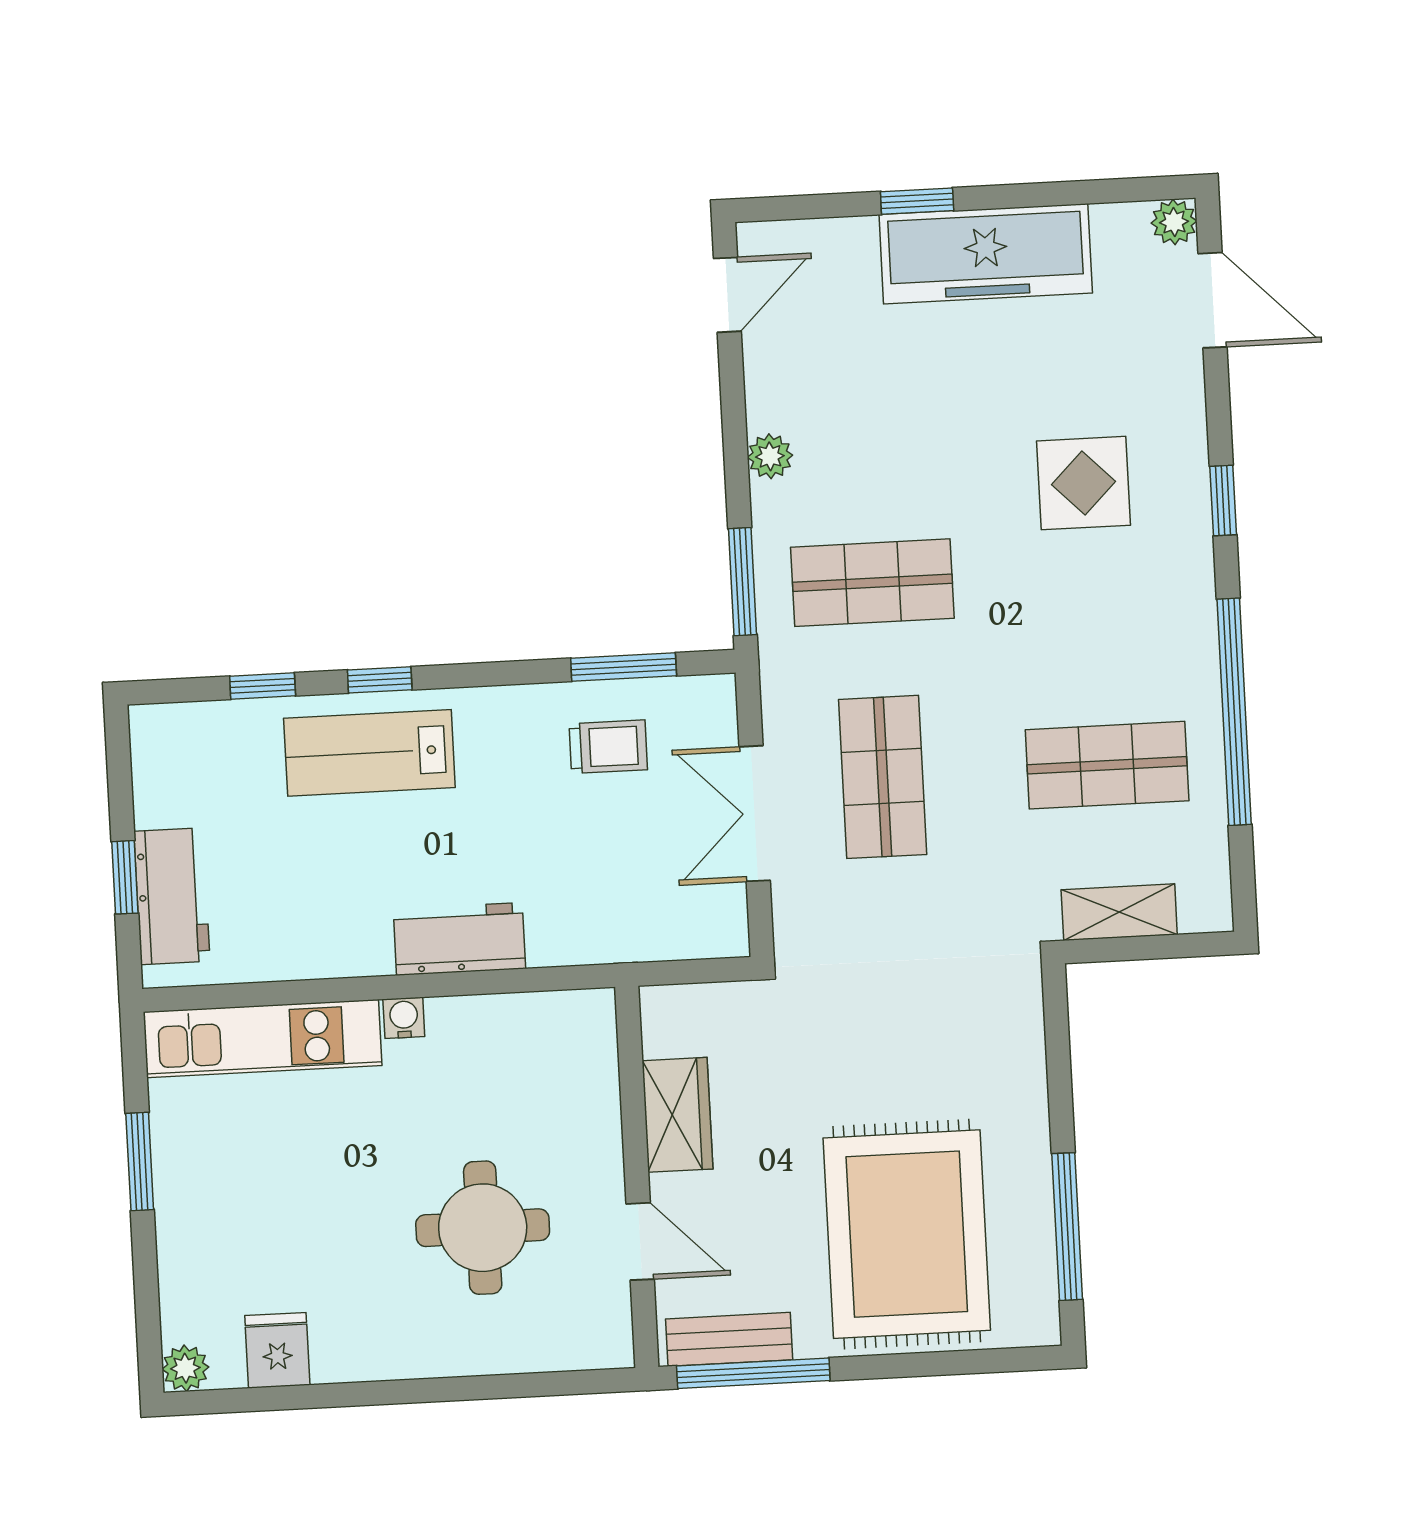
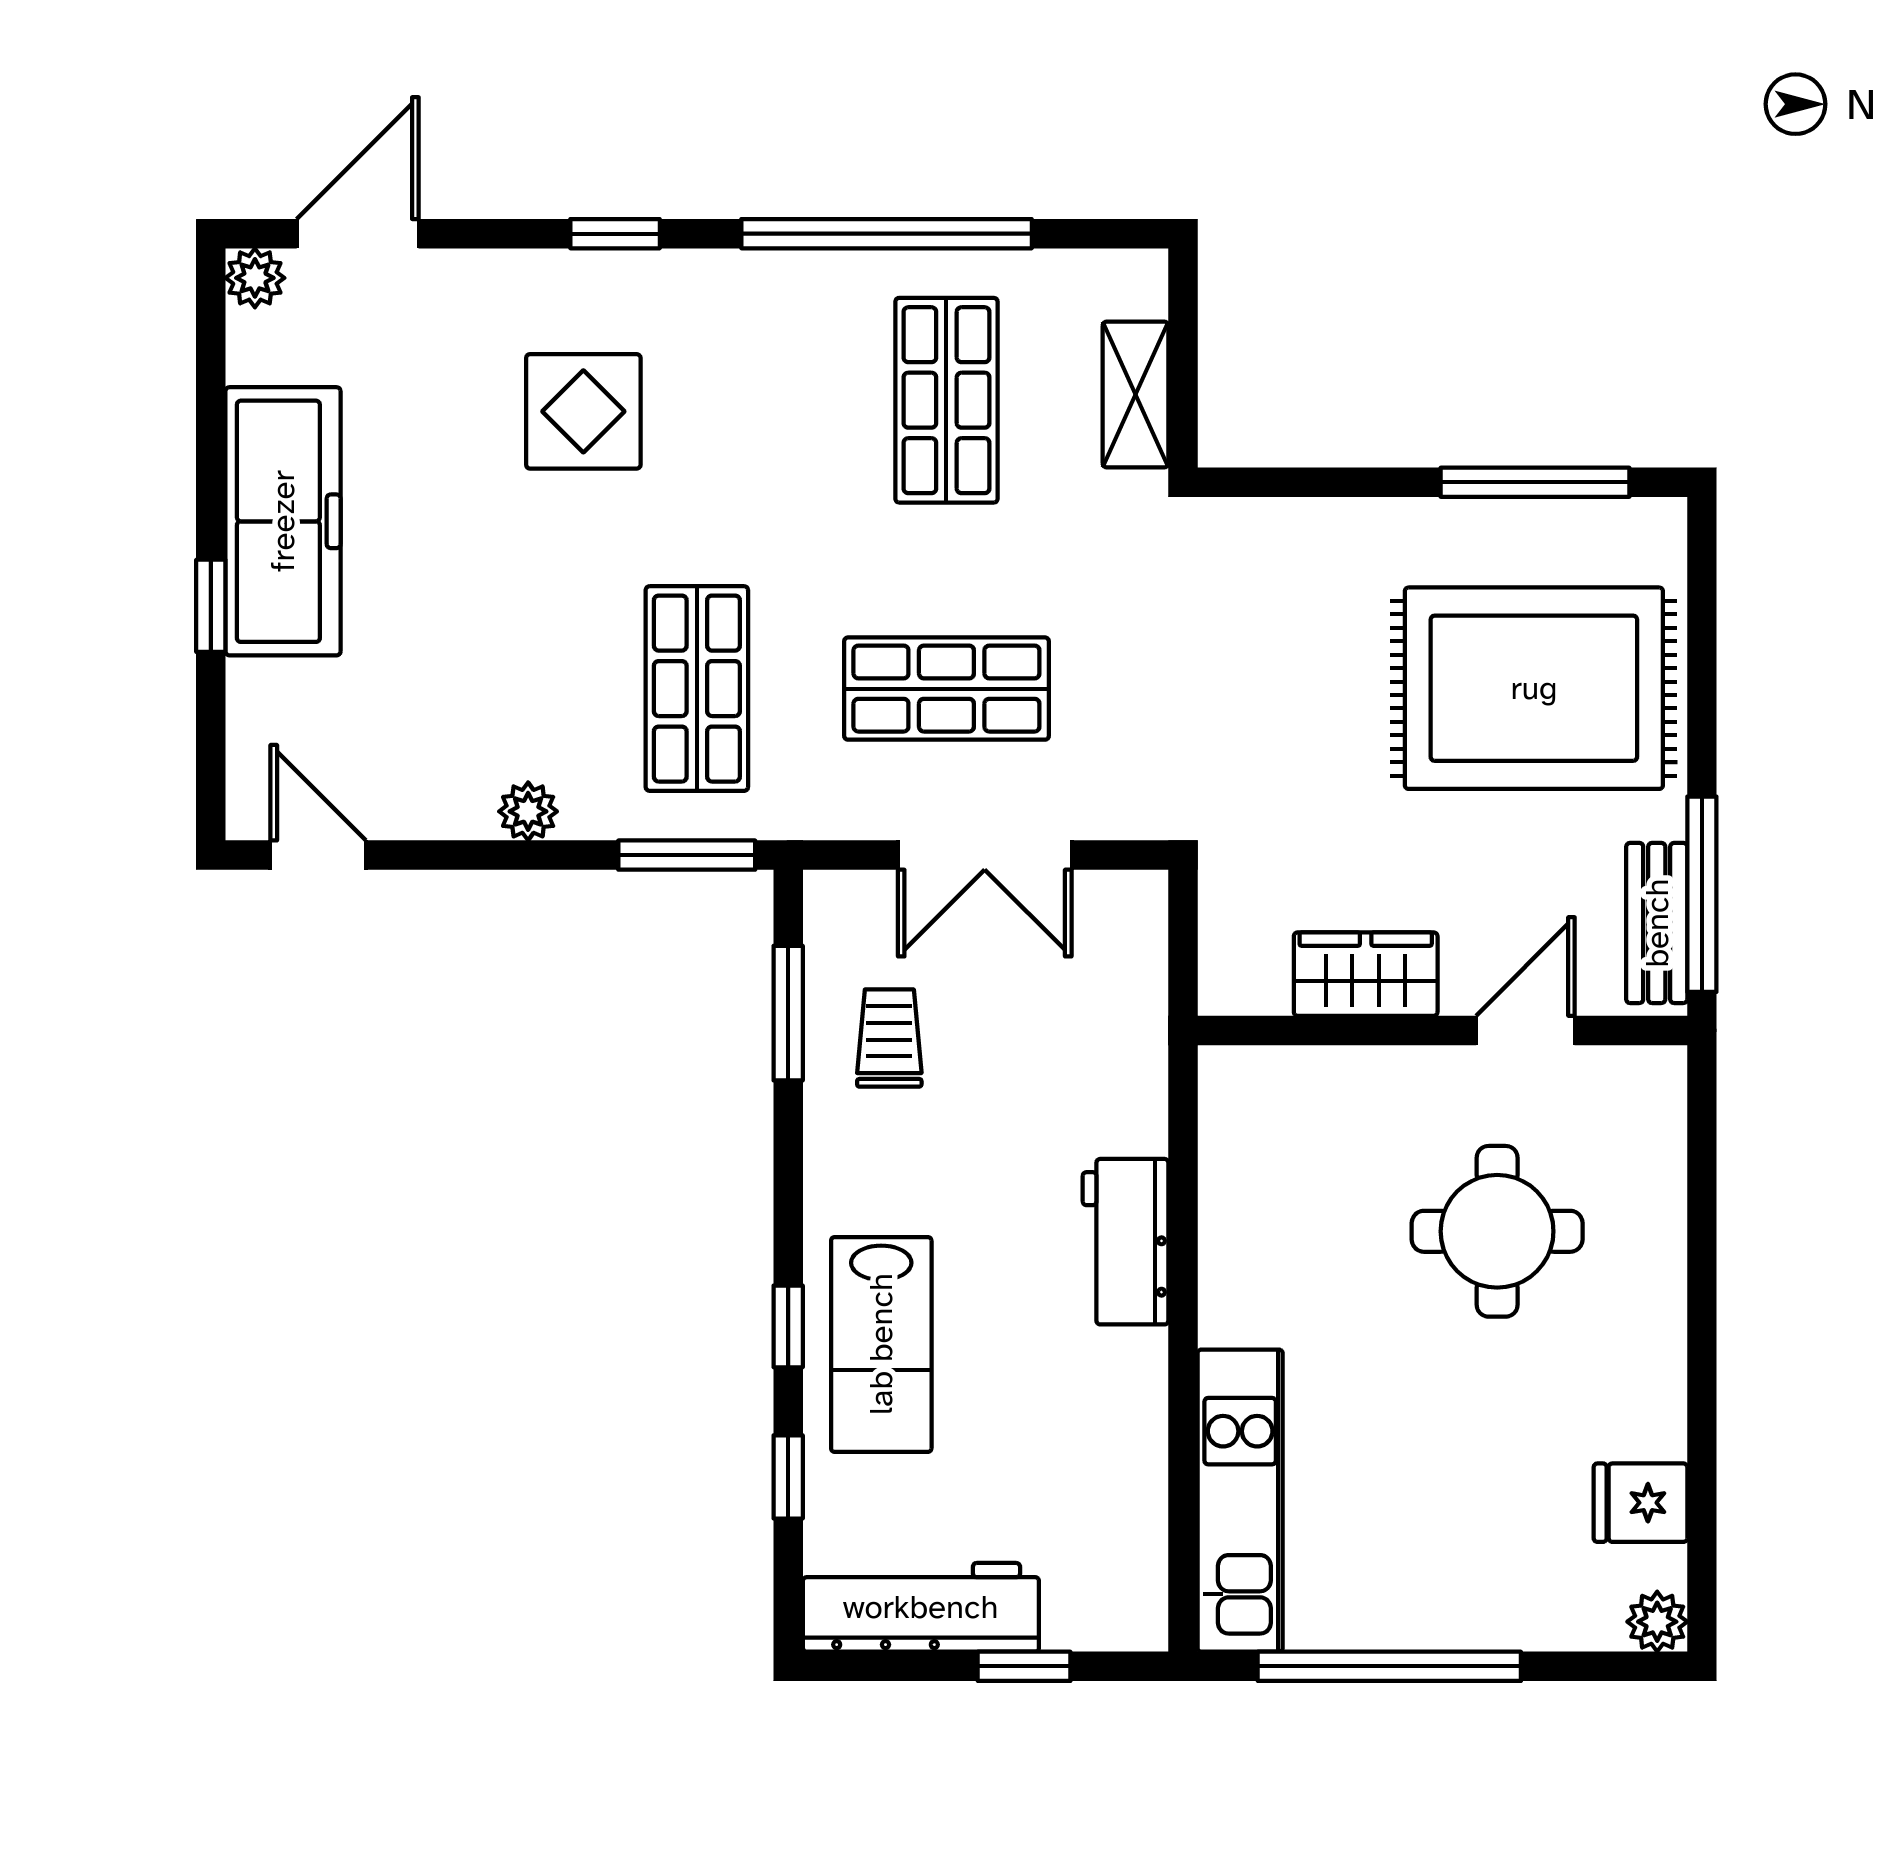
workbench: (172, 896) -> (921, 1607), moved, width x1.38
water cooler: (404, 1018) -> (1223, 1318), removed
window: (140, 1161) -> (1389, 1666), width x2.11

